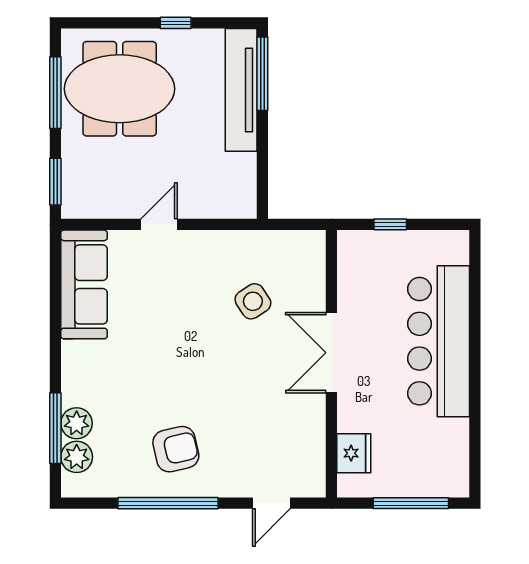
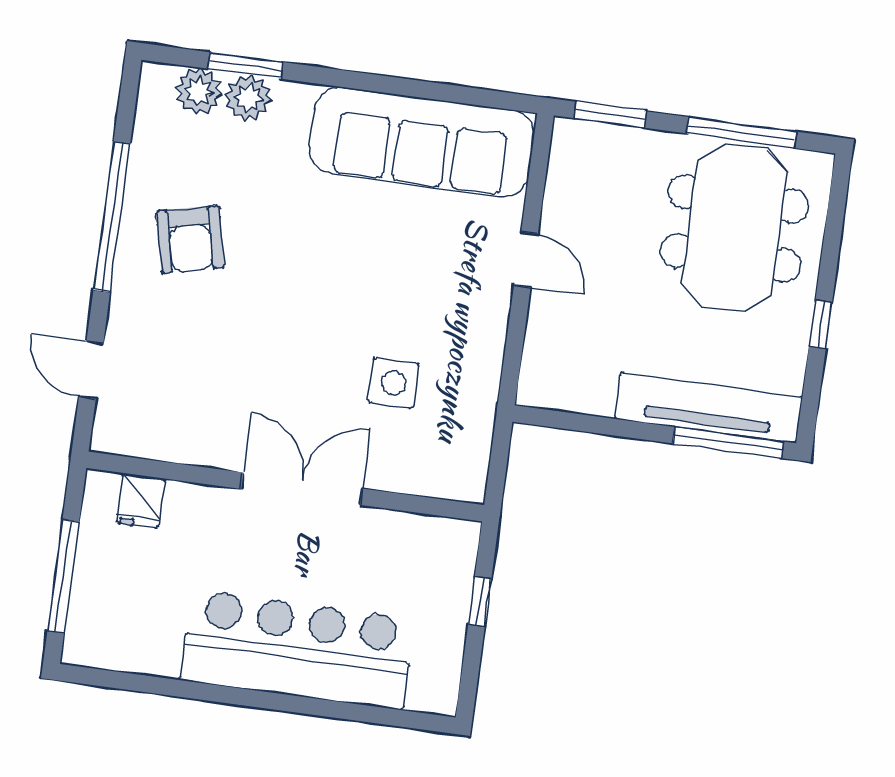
sofa: (84, 284) -> (422, 142), width x1.36, depth x1.27
side table: (253, 301) -> (393, 383), turned 33
window: (55, 428) -> (245, 65), width x0.69
fridge: (354, 453) -> (141, 501), width x0.72

